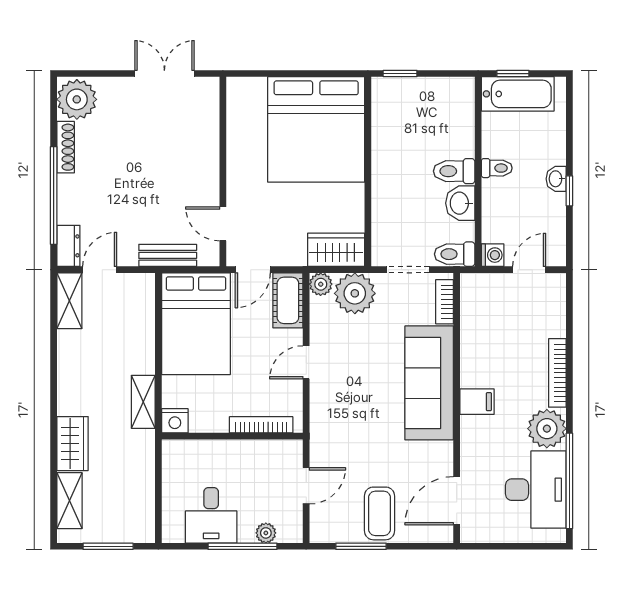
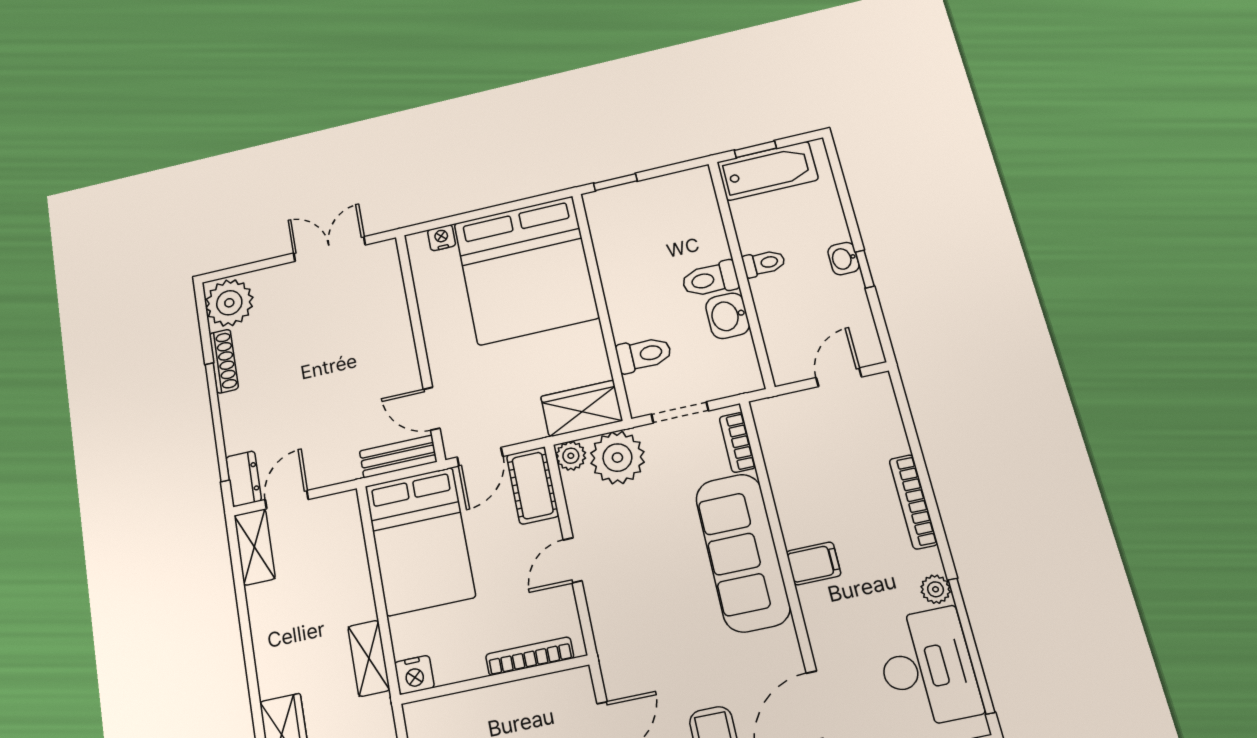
nightstand: (255, 86) -> (442, 238), added
toilet: (455, 254) -> (644, 354), moved, turned 180
bench: (168, 255) -> (398, 456), moved
washing machine: (493, 255) -> (786, 370), removed
plant: (547, 429) -> (936, 589), width x0.53, depth x0.53

